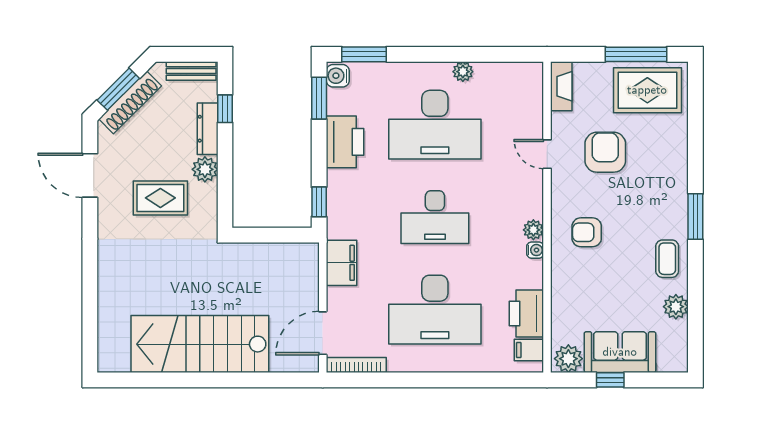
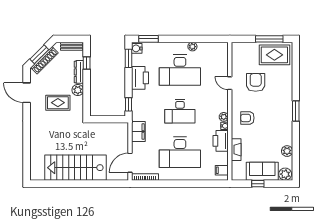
fireplace: (561, 86) -> (236, 150), moved
coffee table: (667, 259) -> (283, 130), removed
printer: (526, 314) -> (221, 141), moved
plant: (568, 359) -> (285, 174), moved

